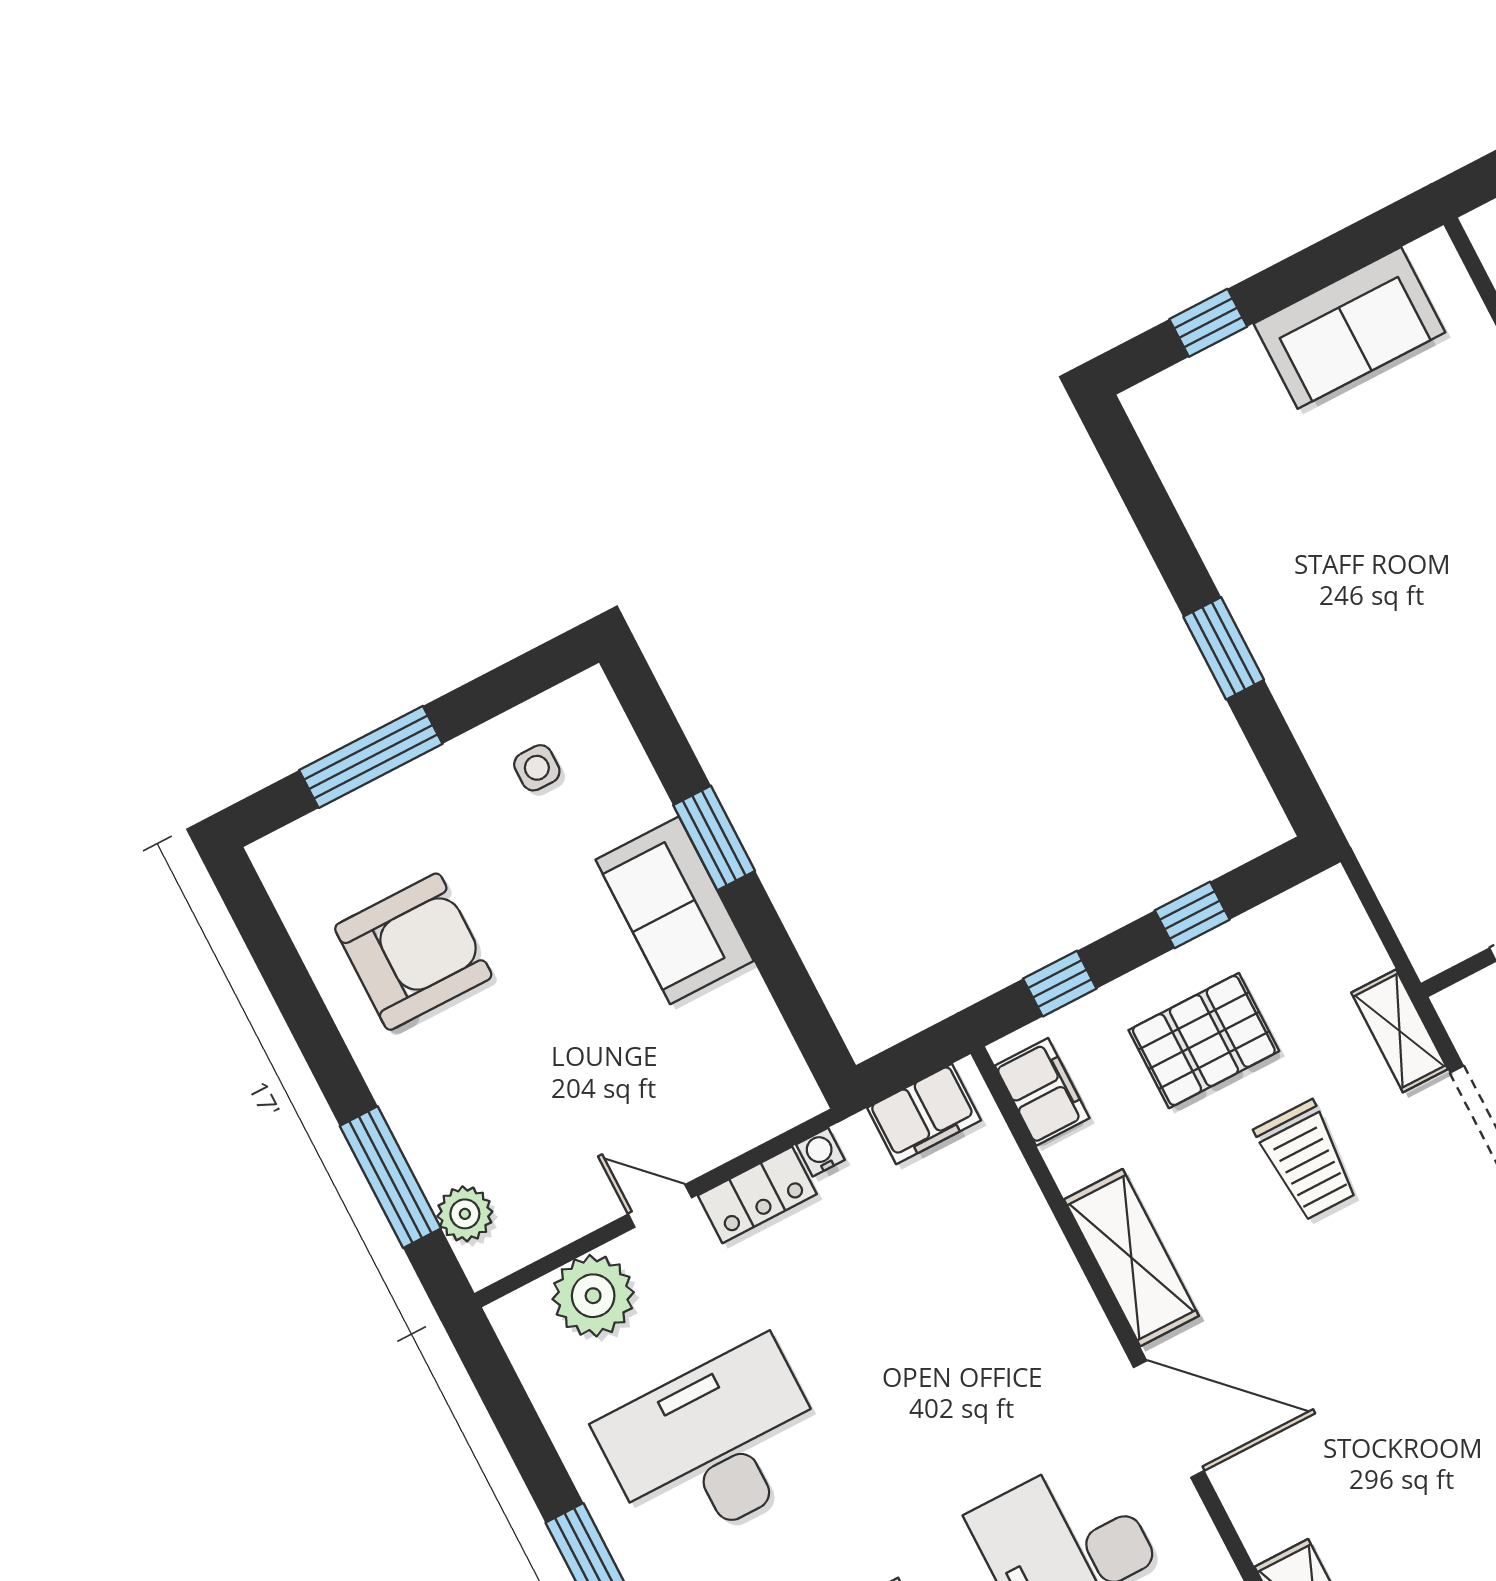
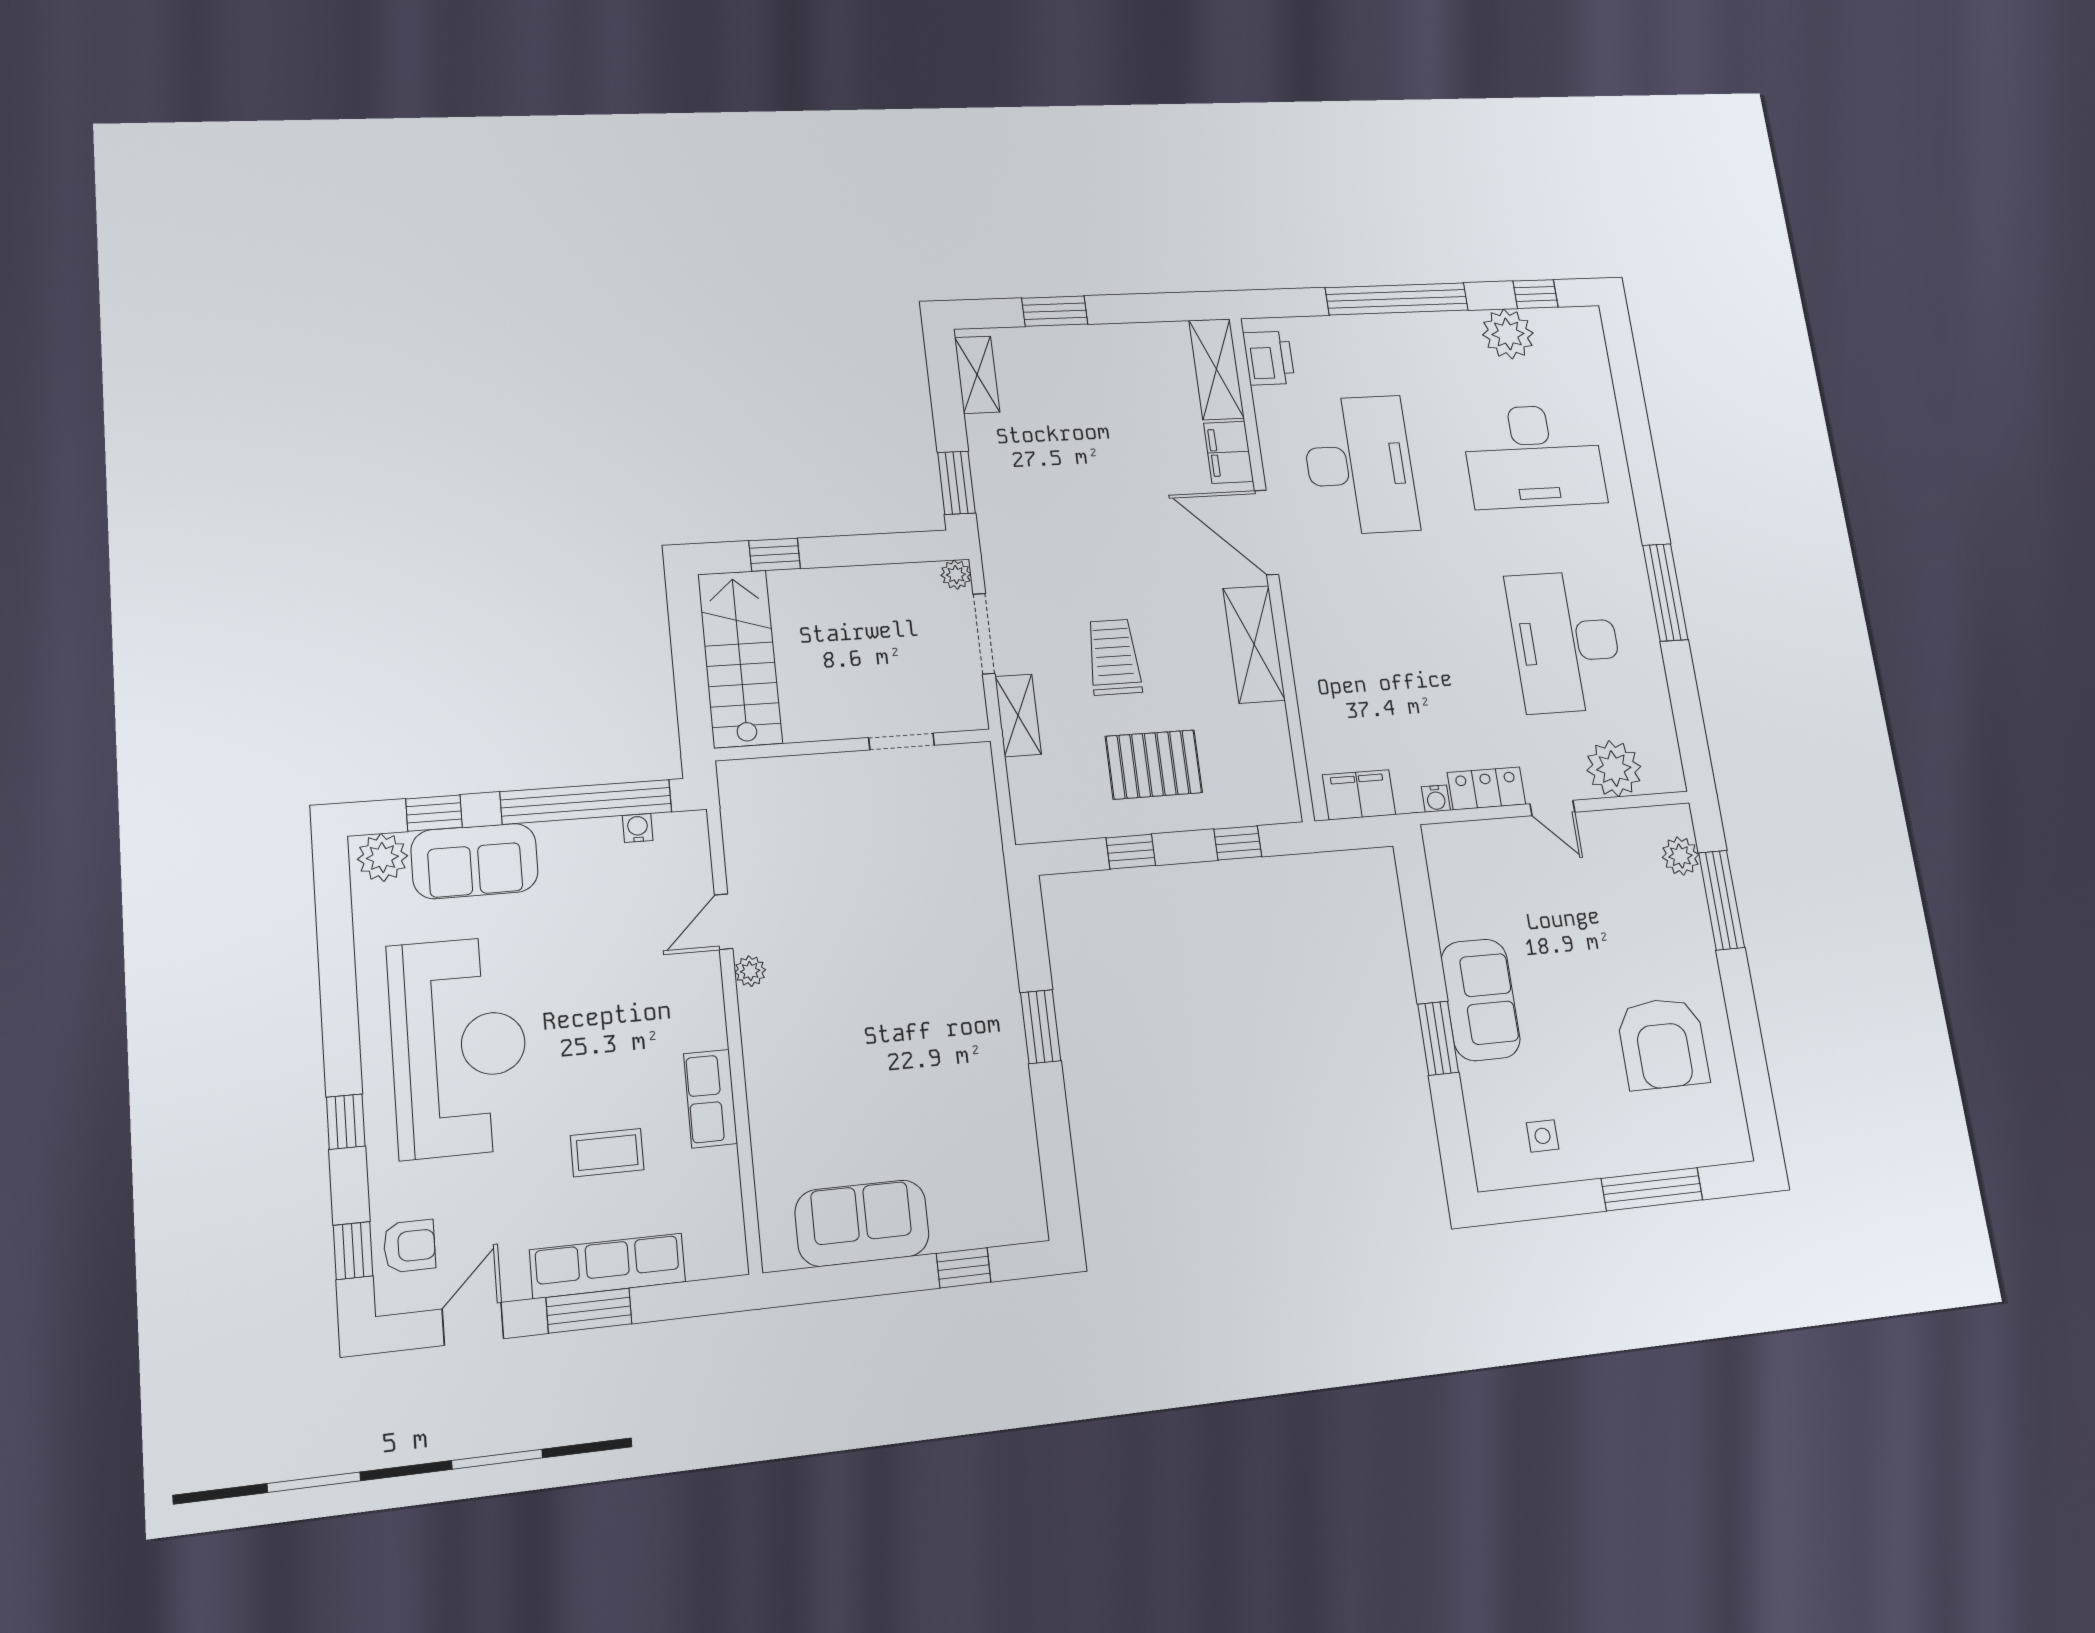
armchair: (413, 952) -> (1663, 1044), turned -90
filing cabinet: (1042, 1092) -> (1228, 452), moved
desk: (715, 1445) -> (1566, 642), turned 90

